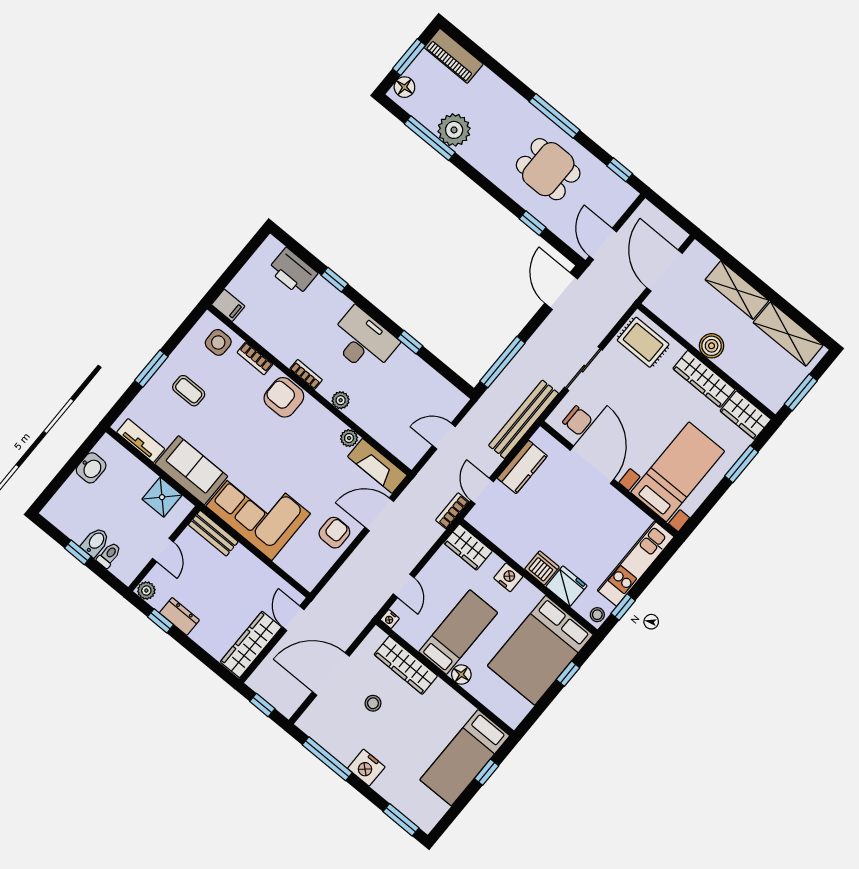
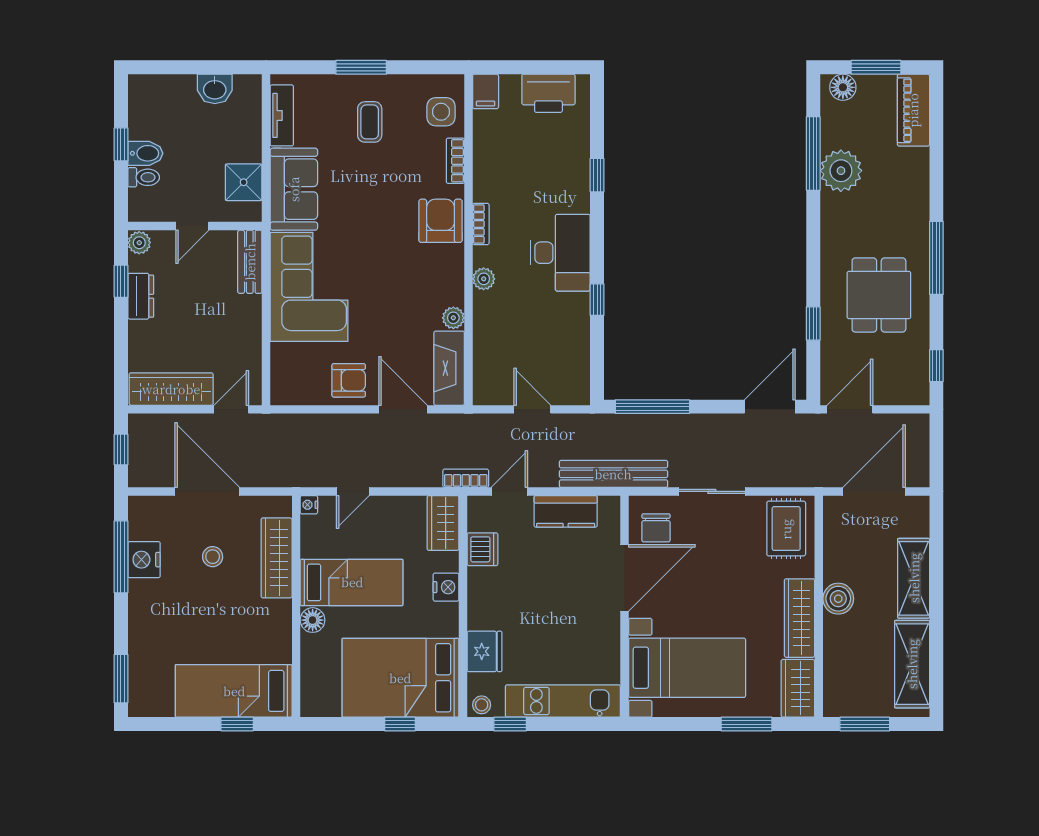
printer: (293, 272) -> (548, 93), moved, turned -90
dishwasher: (542, 568) -> (482, 549), moved
nightstand: (366, 768) -> (144, 560), moved

